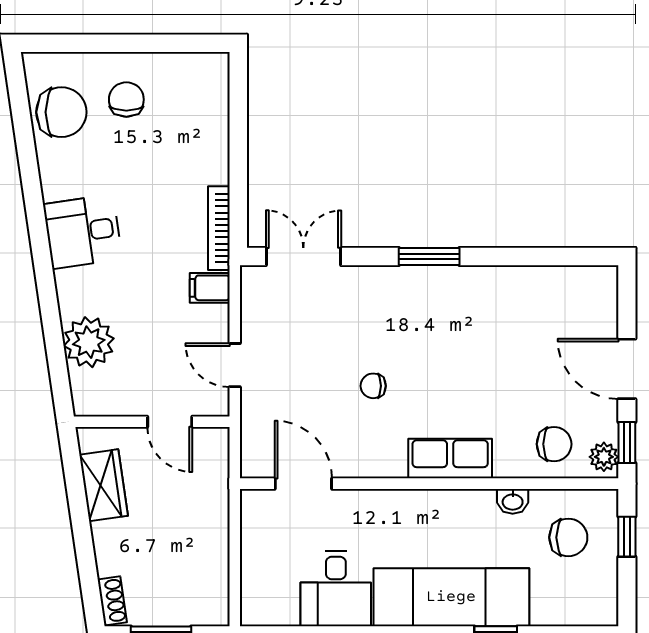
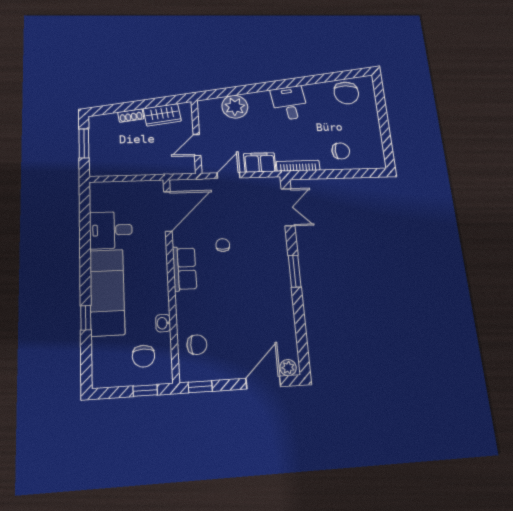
chair: (126, 100) -> (341, 151), moved
filing cabinet: (210, 288) -> (260, 162), width x2.00
door: (627, 369) -> (263, 383), moved
chair: (554, 444) -> (197, 345), turned -90
plant: (604, 457) -> (288, 368), moved
row of seats: (450, 459) -> (184, 269), moved
door: (303, 484) -> (168, 211), width x1.36
shoe rack: (112, 601) -> (131, 116), moved

